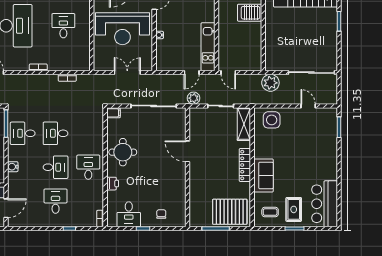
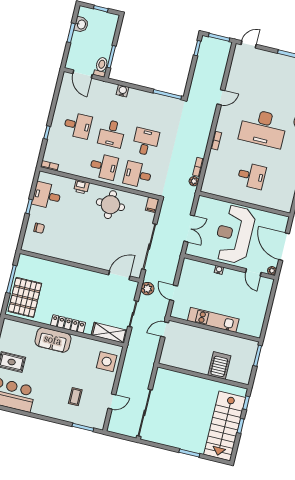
kitchen unit: (208, 47) -> (213, 320), moved
plant: (270, 83) -> (194, 181), moved, width x0.53, depth x0.53
desk: (23, 133) -> (138, 175), moved, turned -90
door: (188, 151) -> (119, 275), moved
coffee table: (270, 212) -> (75, 397), moved

